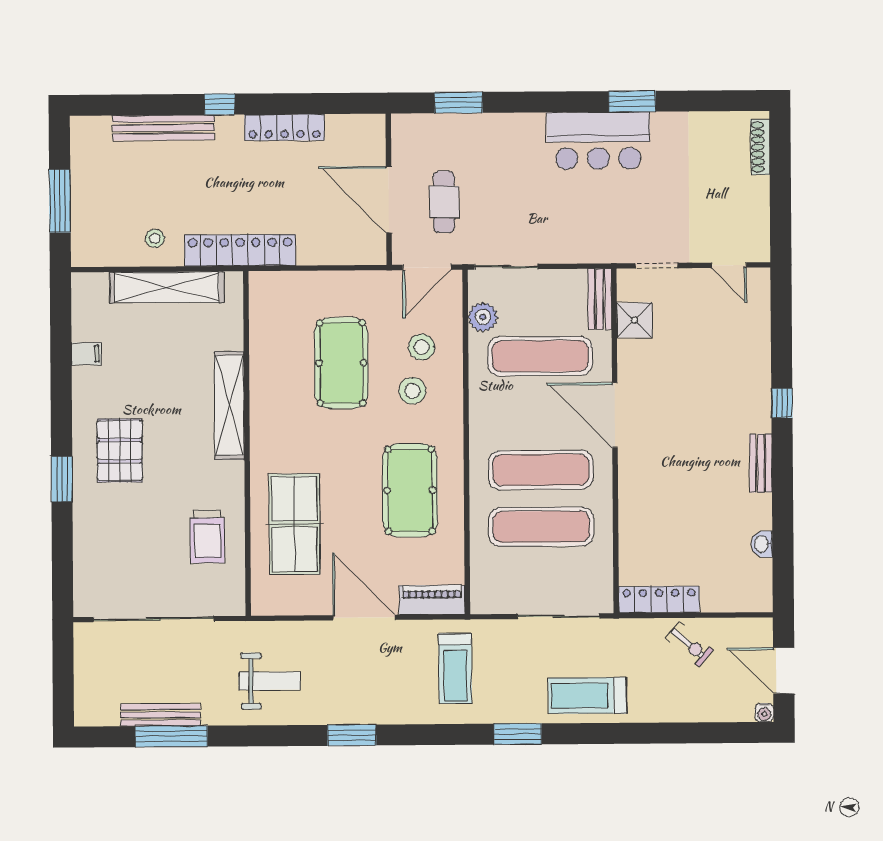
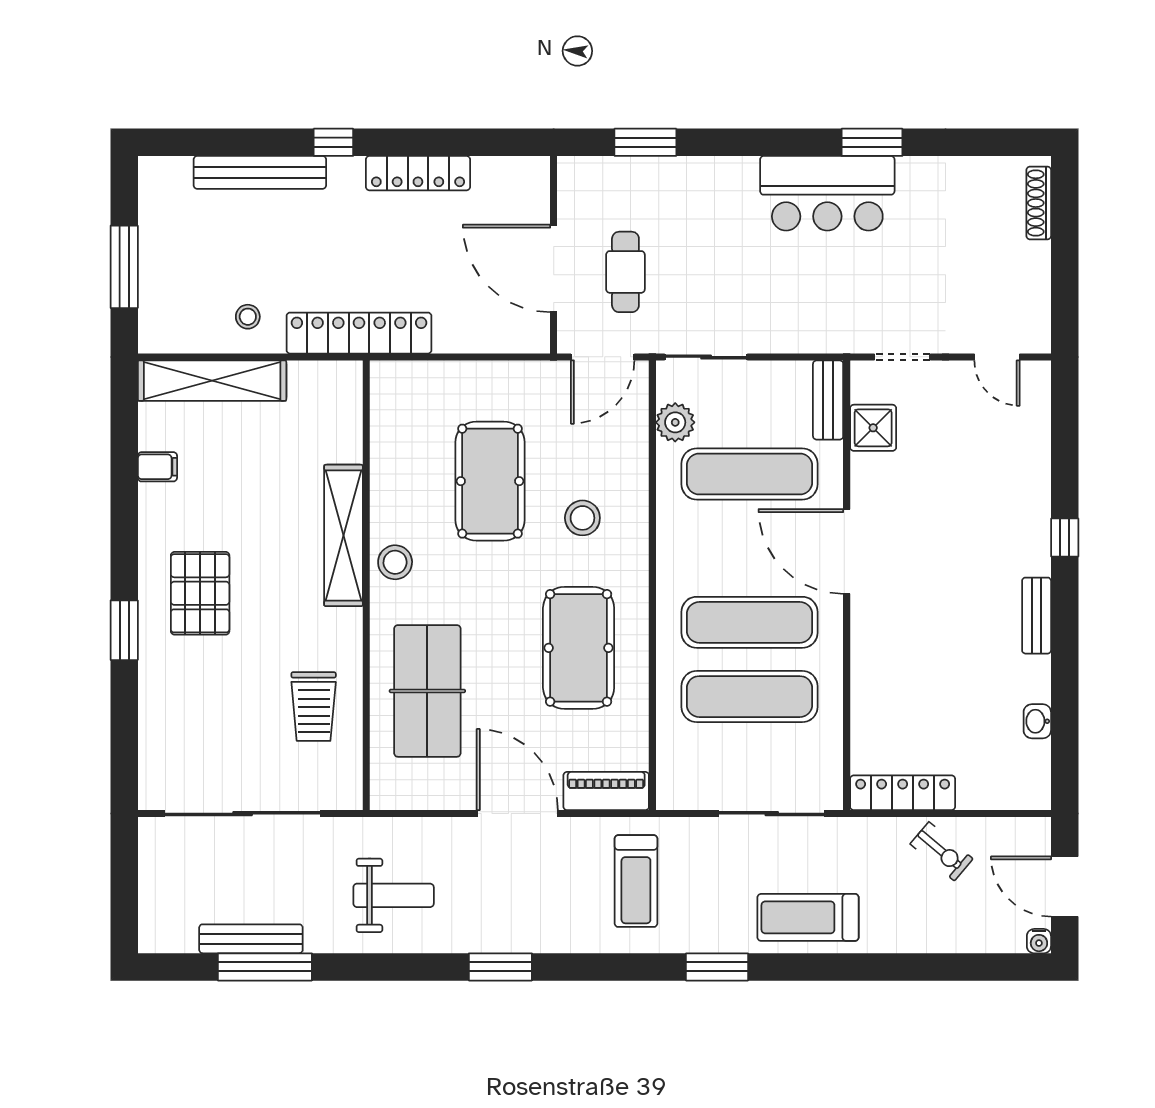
shelving: (167, 287) -> (212, 381), moved
stool: (422, 347) -> (395, 562), moved

